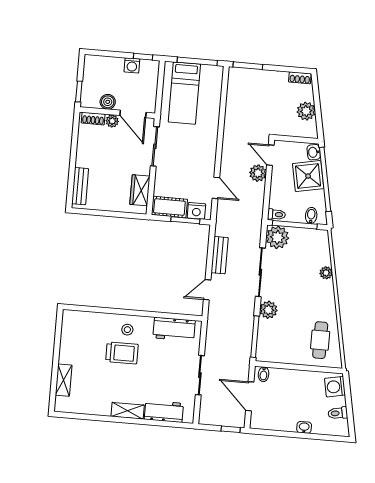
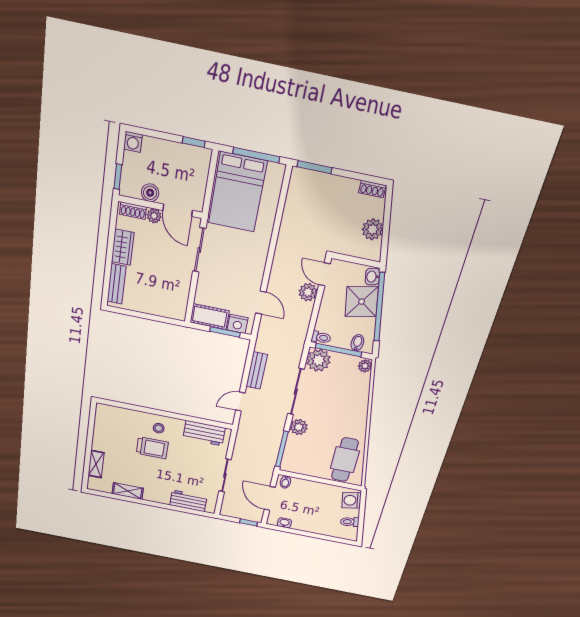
washing machine: (132, 65) -> (133, 142), moved
bed: (184, 93) -> (238, 192), width x1.50
wardrobe: (140, 190) -> (123, 247), moved, turned 180
plant: (326, 273) -> (365, 366), moved
cafe table: (320, 340) -> (345, 460), width x1.37, depth x1.35
shelving: (128, 411) -> (128, 491), moved
washbasin: (304, 427) -> (284, 523), moved

